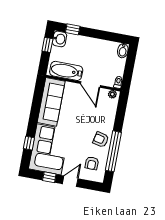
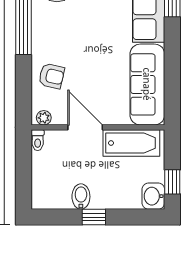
window: (73, 29) -> (94, 217), moved
bidet: (123, 51) -> (81, 197), moved
armchair: (101, 140) -> (52, 76), moved

